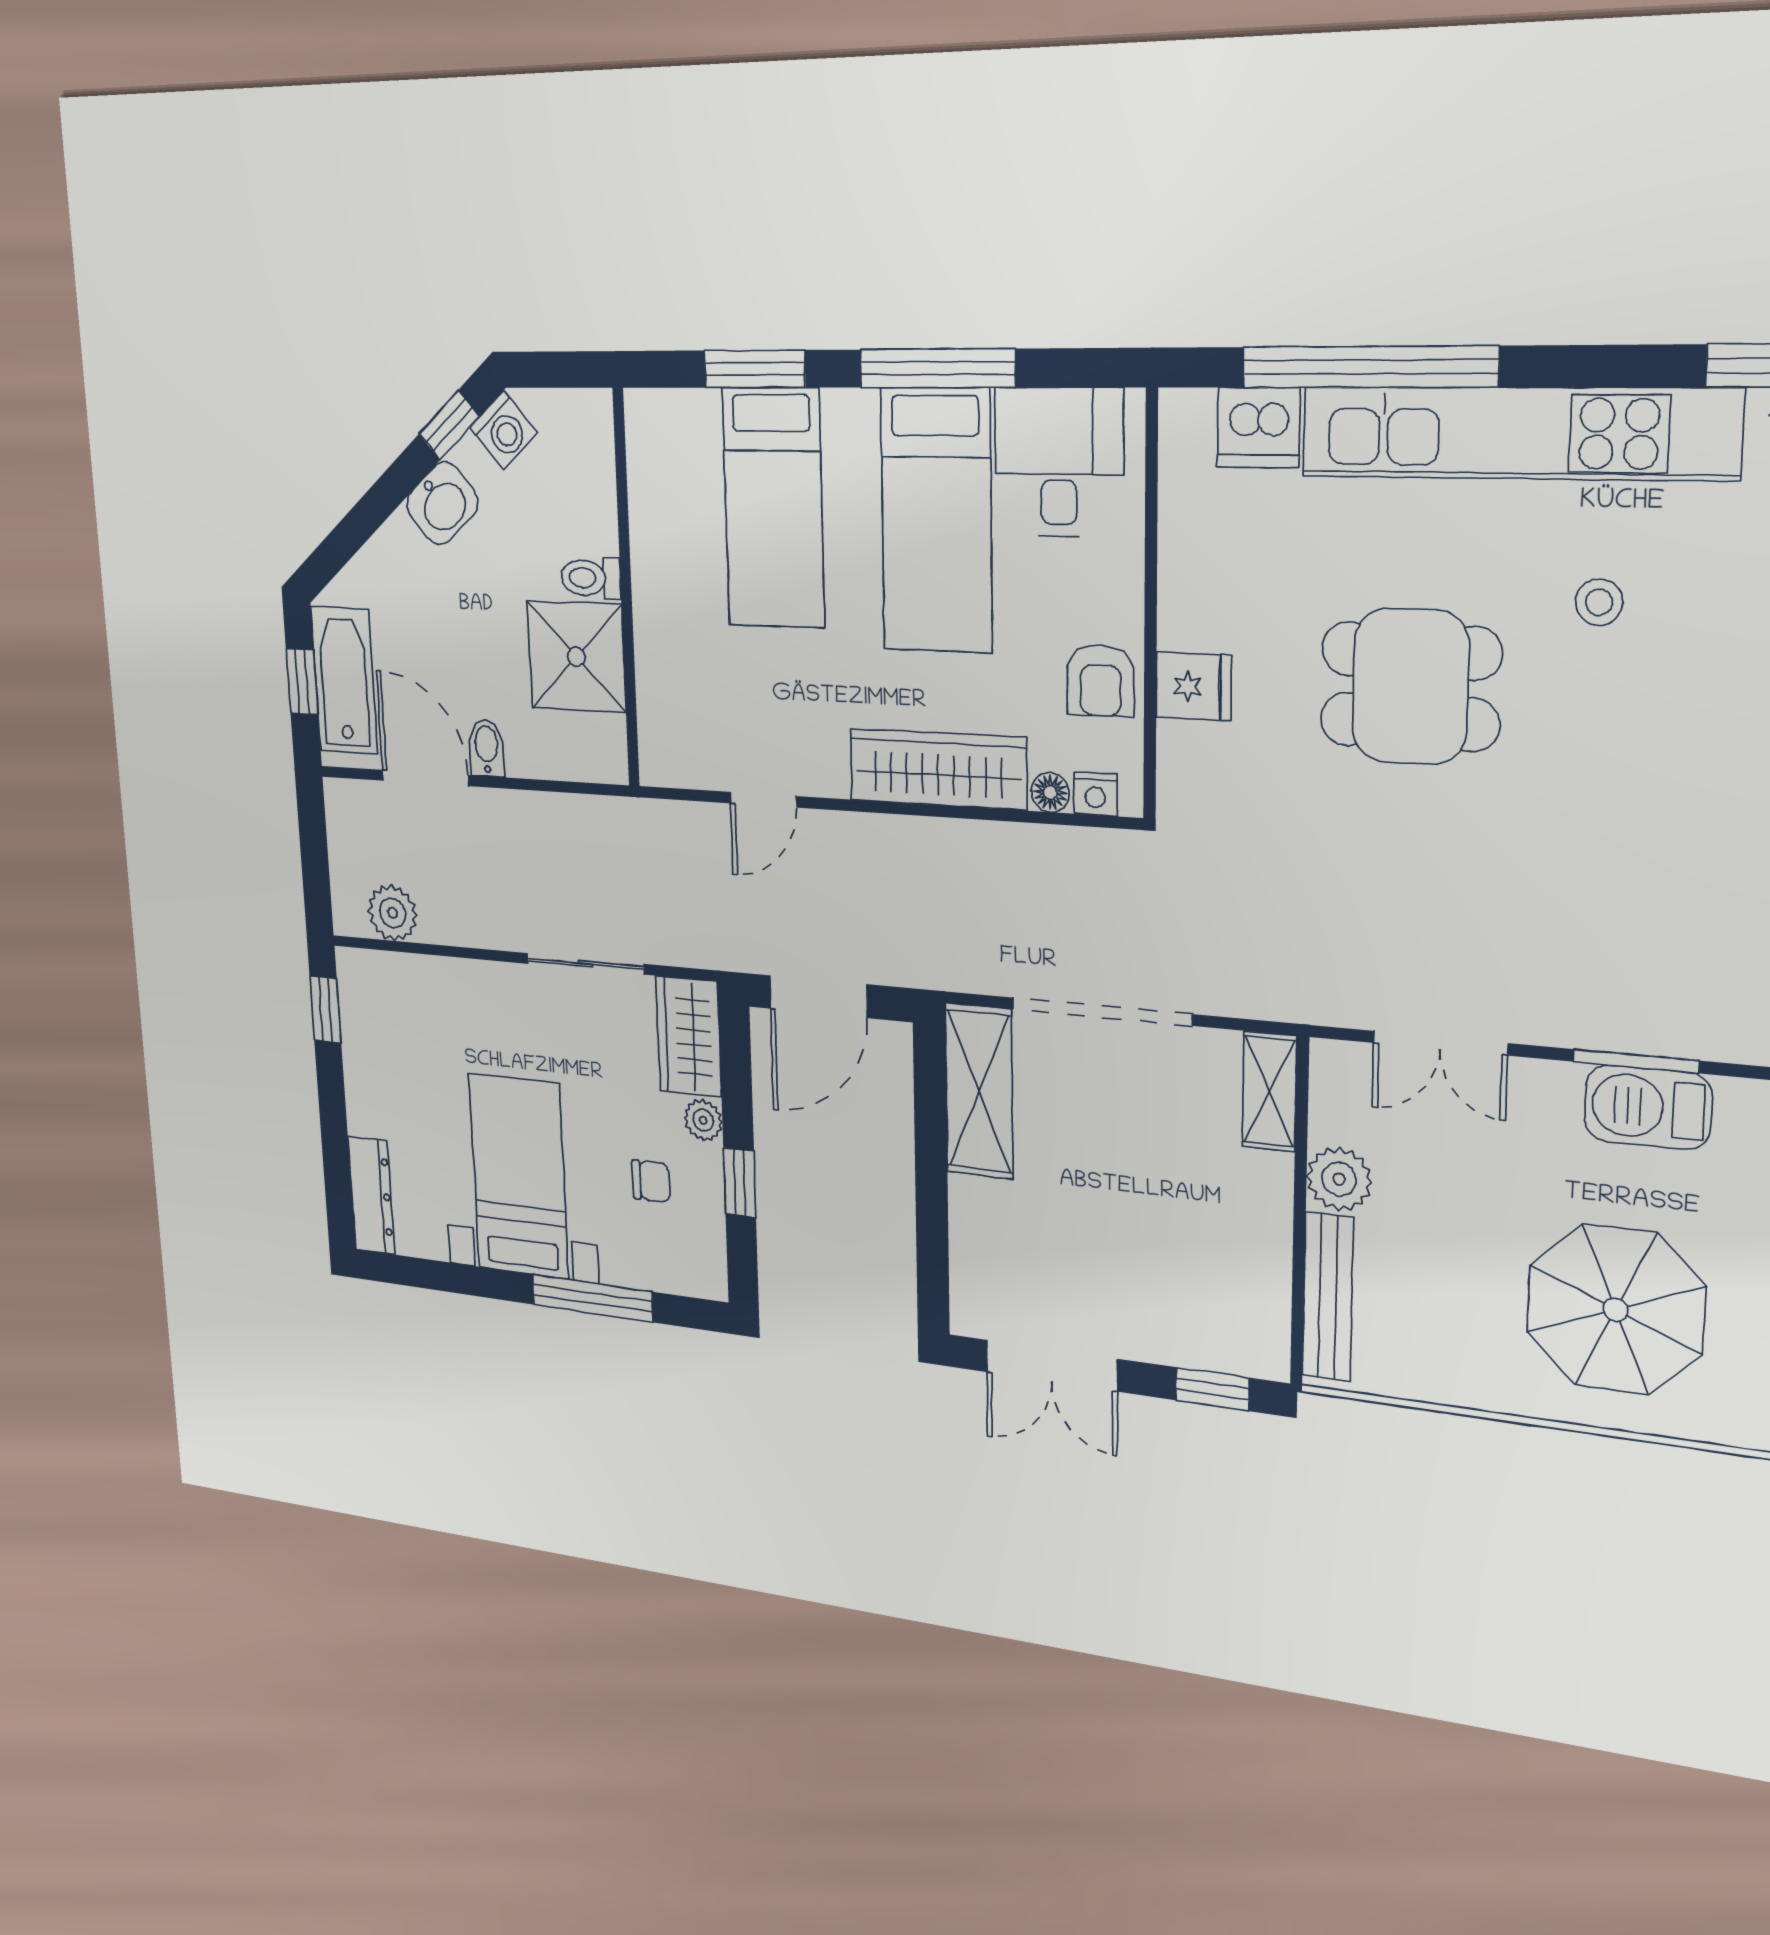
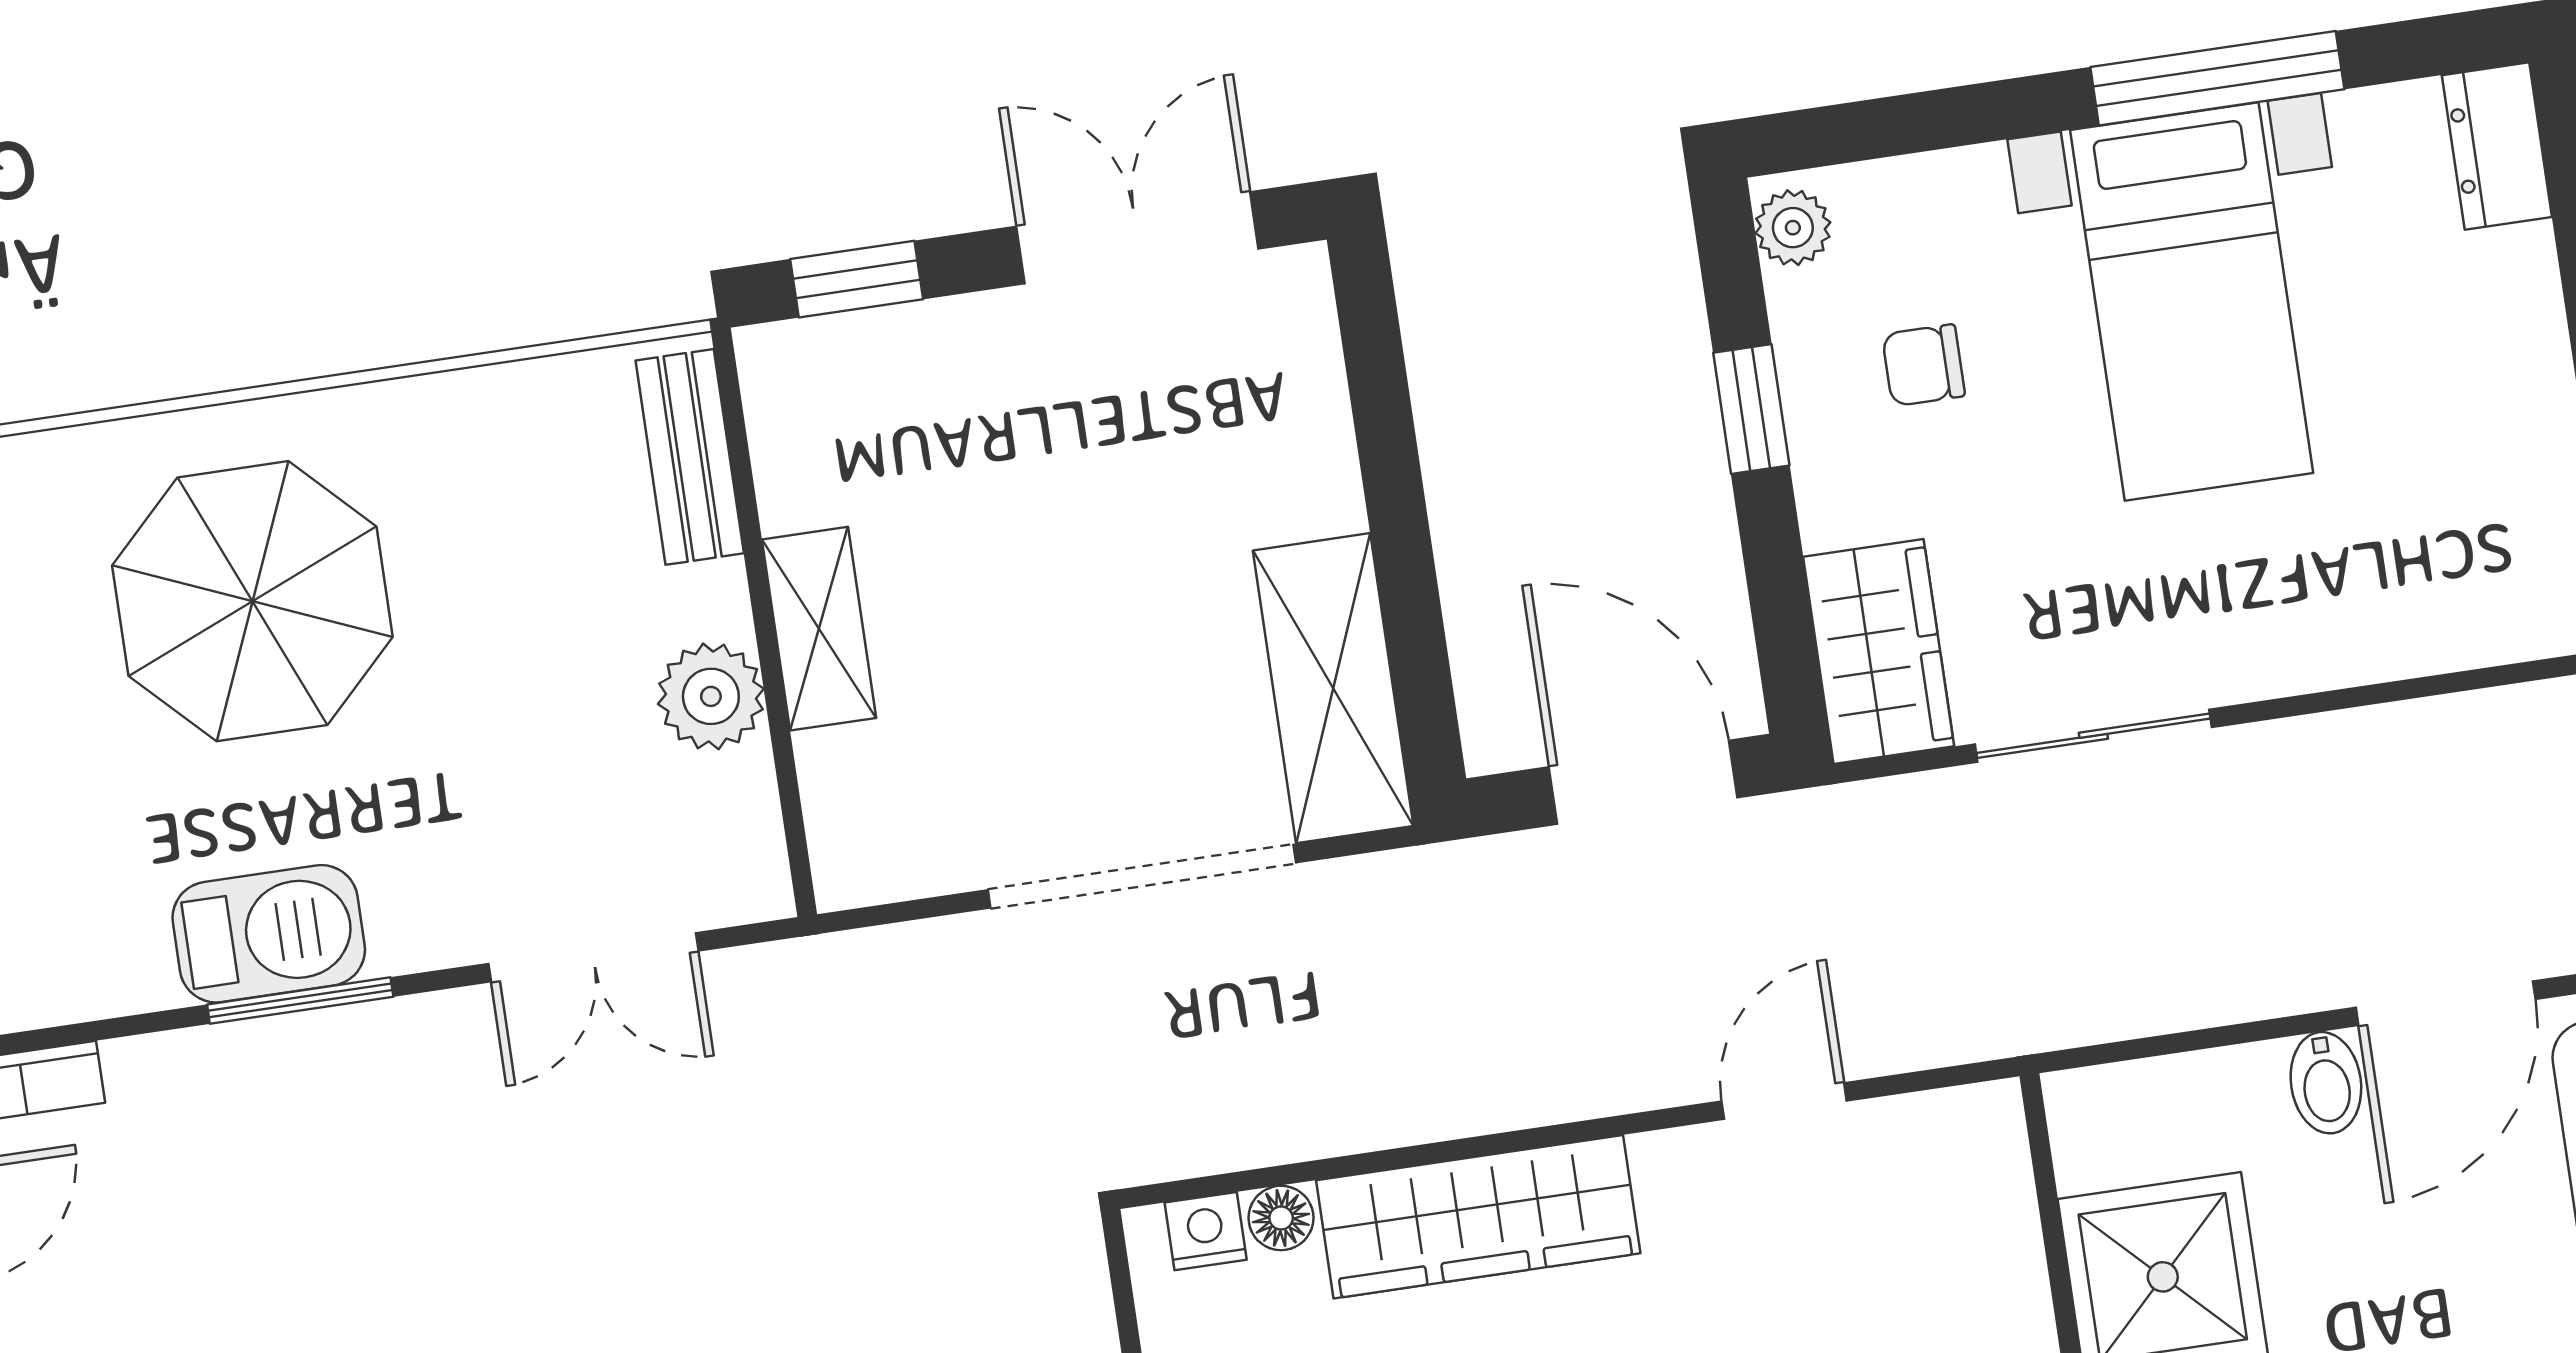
door: (426, 778) -> (2446, 1003), hinge flipped
plant: (393, 913) -> (2496, 739), removed
door: (818, 997) -> (1643, 782), hinge flipped
double door: (1440, 1043) -> (593, 957), swing flipped
shelving: (1269, 1091) -> (819, 629), moved
plant: (703, 1120) -> (1793, 228), moved
dresser: (371, 1195) -> (2497, 146), width x0.70
bench: (1328, 1297) -> (690, 457), width x0.73
window: (592, 1298) -> (2217, 78), moved

